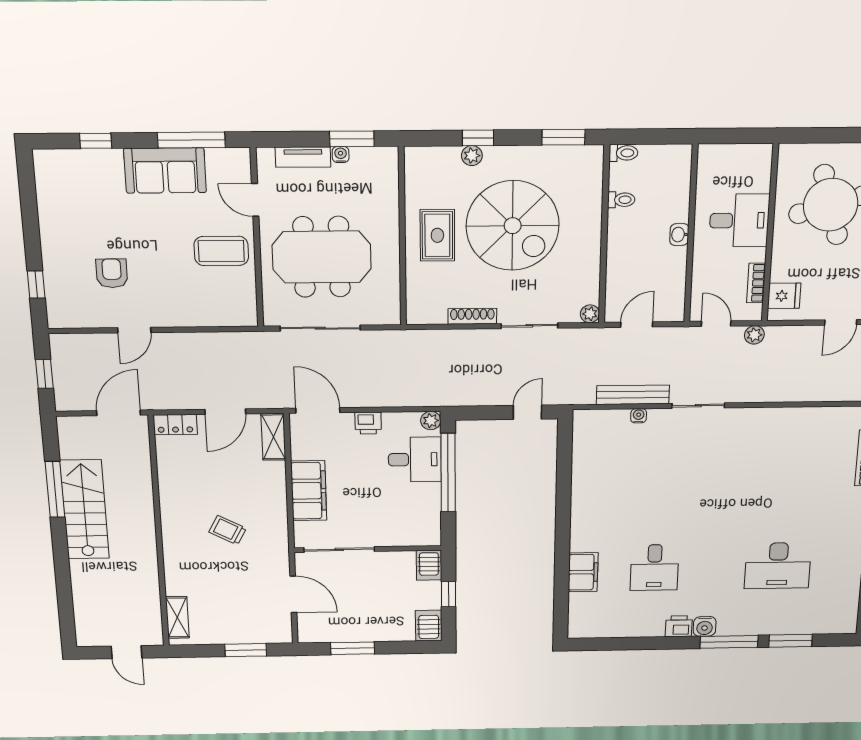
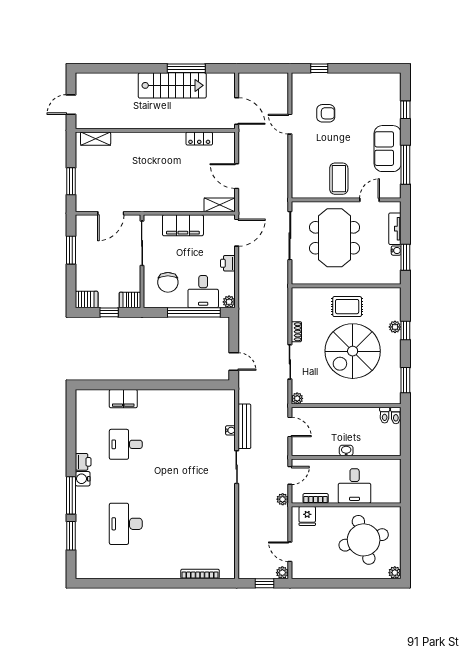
toilet: (621, 200) -> (385, 415), moved
shoe rack: (472, 316) -> (296, 332), width x0.70
window: (44, 374) -> (263, 68), removed
locker: (175, 425) -> (199, 139), moved, turned -90
chair: (400, 511) -> (168, 282), added
trolley: (228, 530) -> (157, 174), removed

